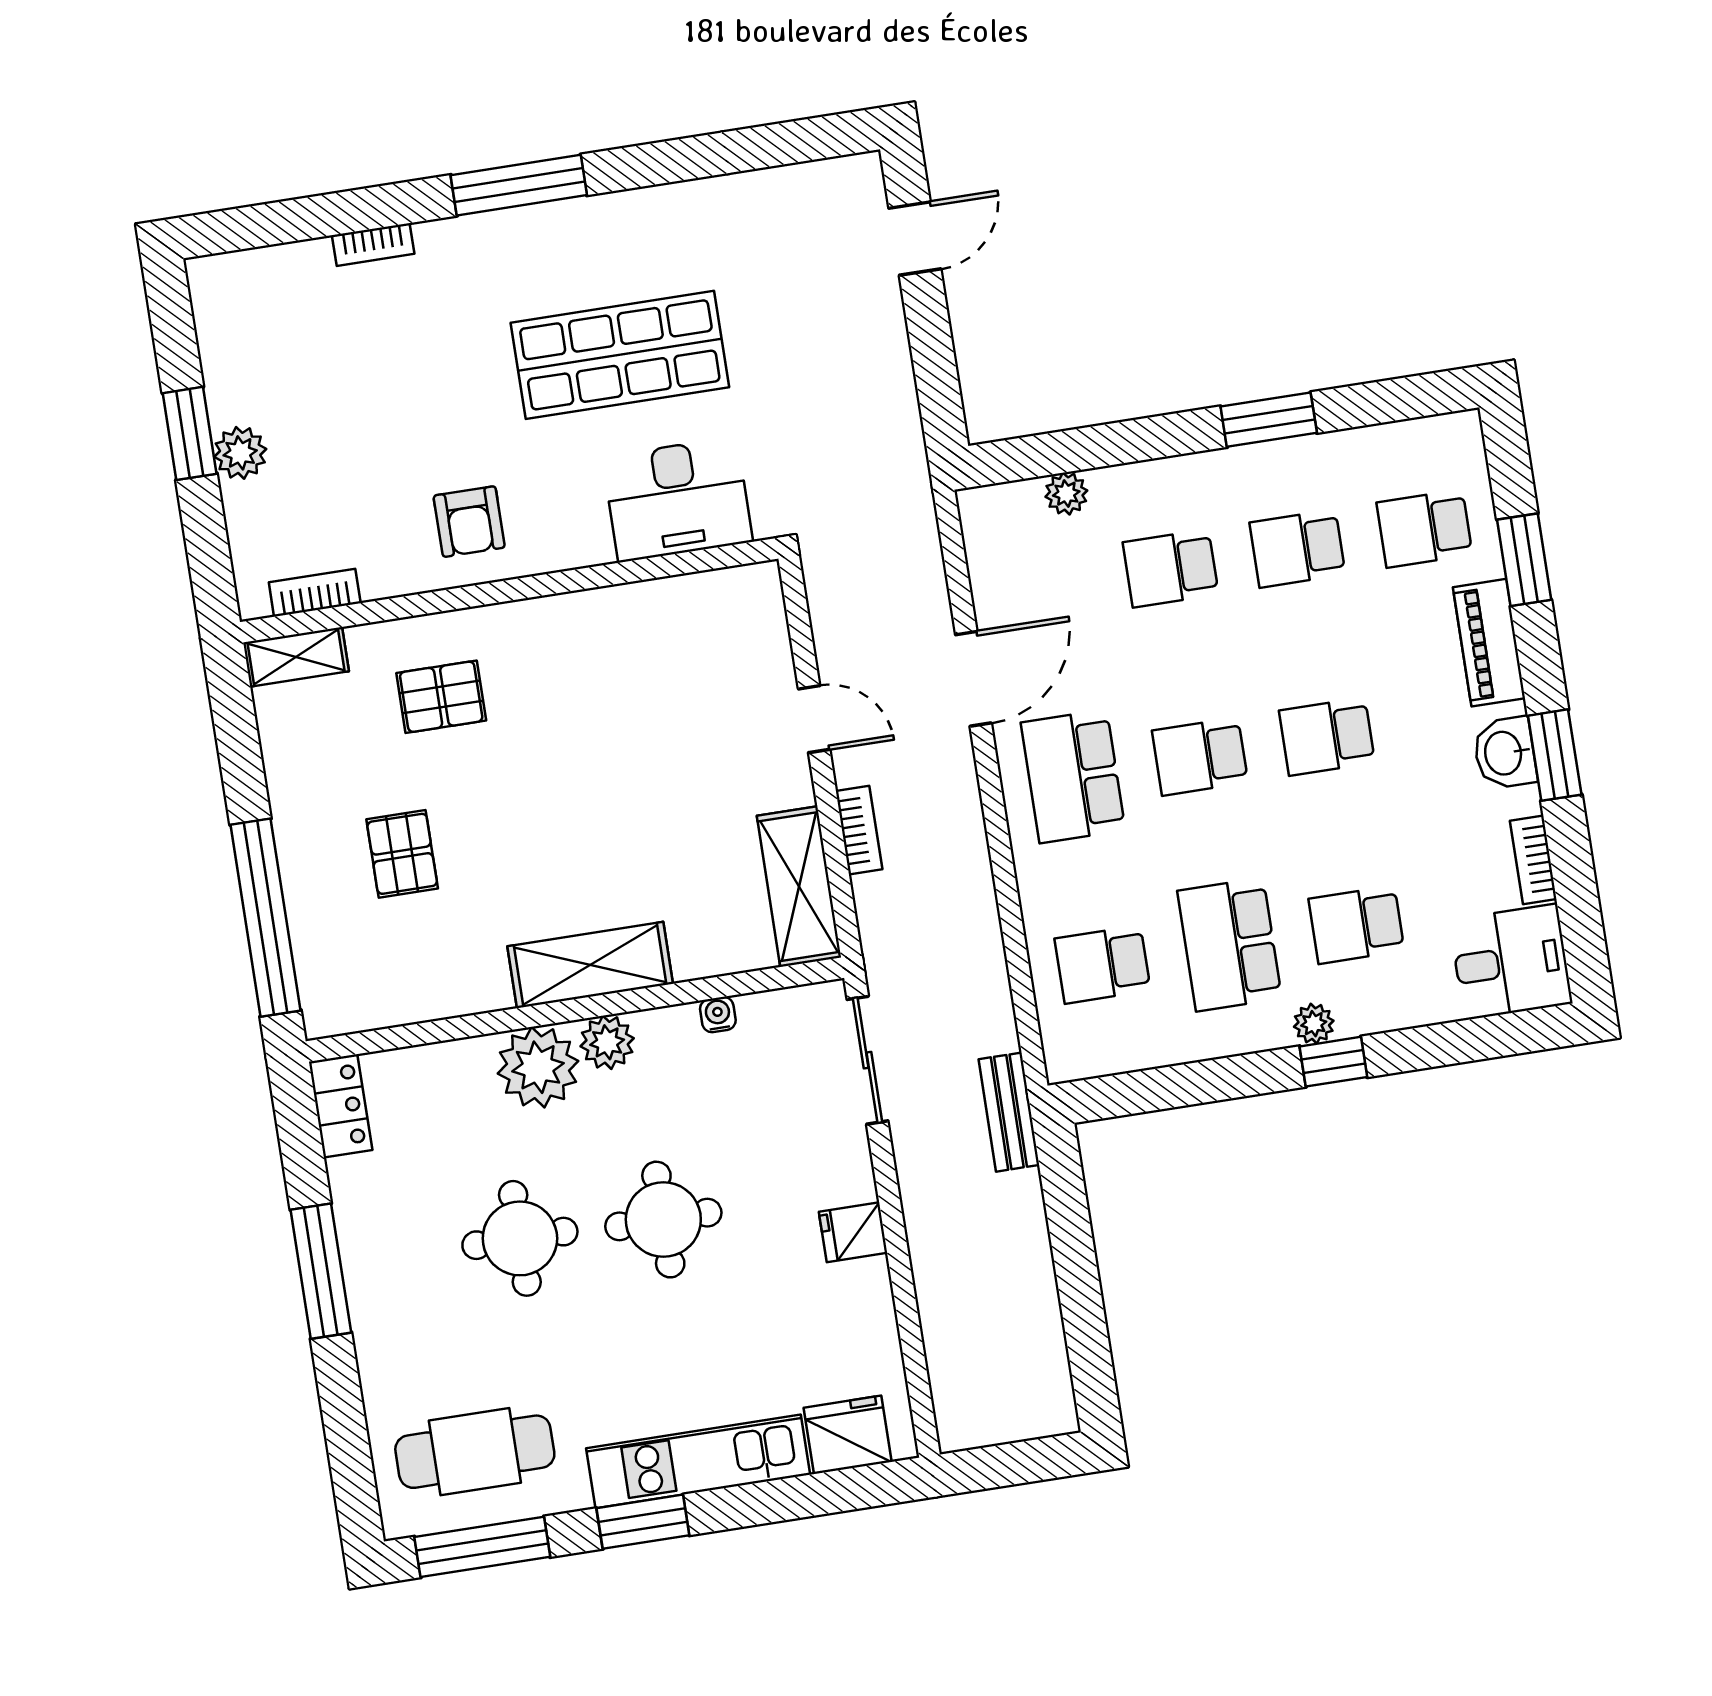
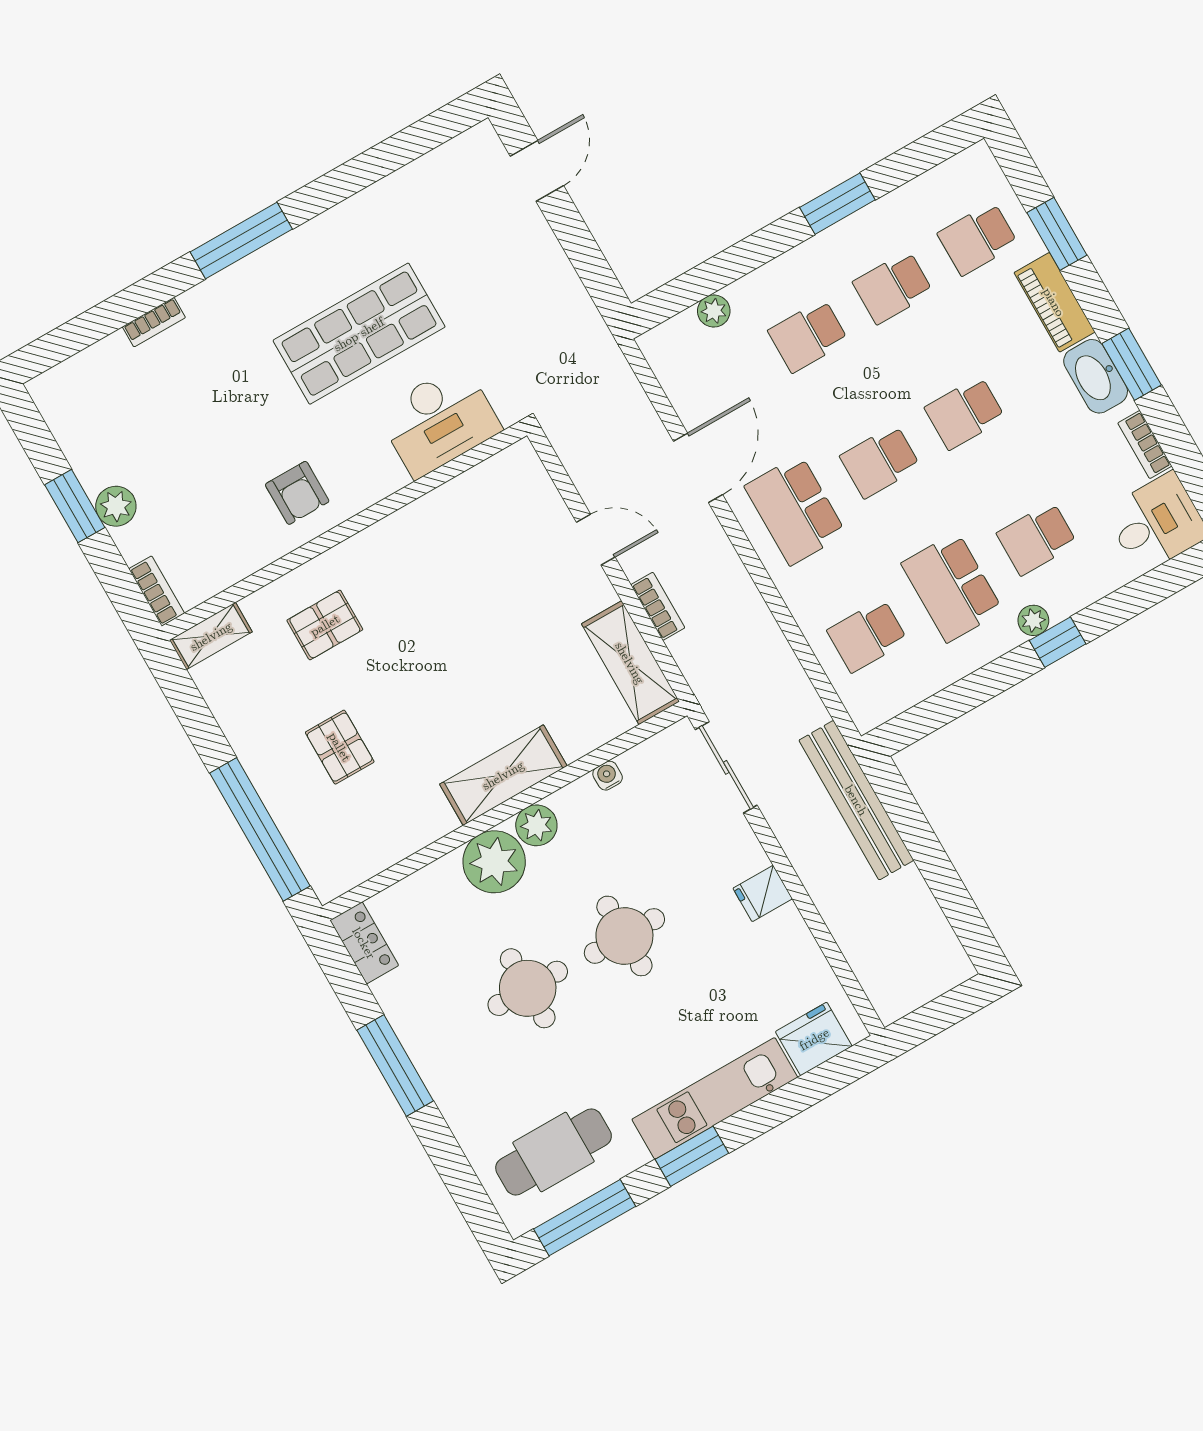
bookcase: (315, 593) -> (157, 591), moved, turned 90
washbasin: (1505, 753) -> (1096, 376), width x1.38
bench: (1009, 1112) -> (856, 800), width x1.86, depth x1.21

